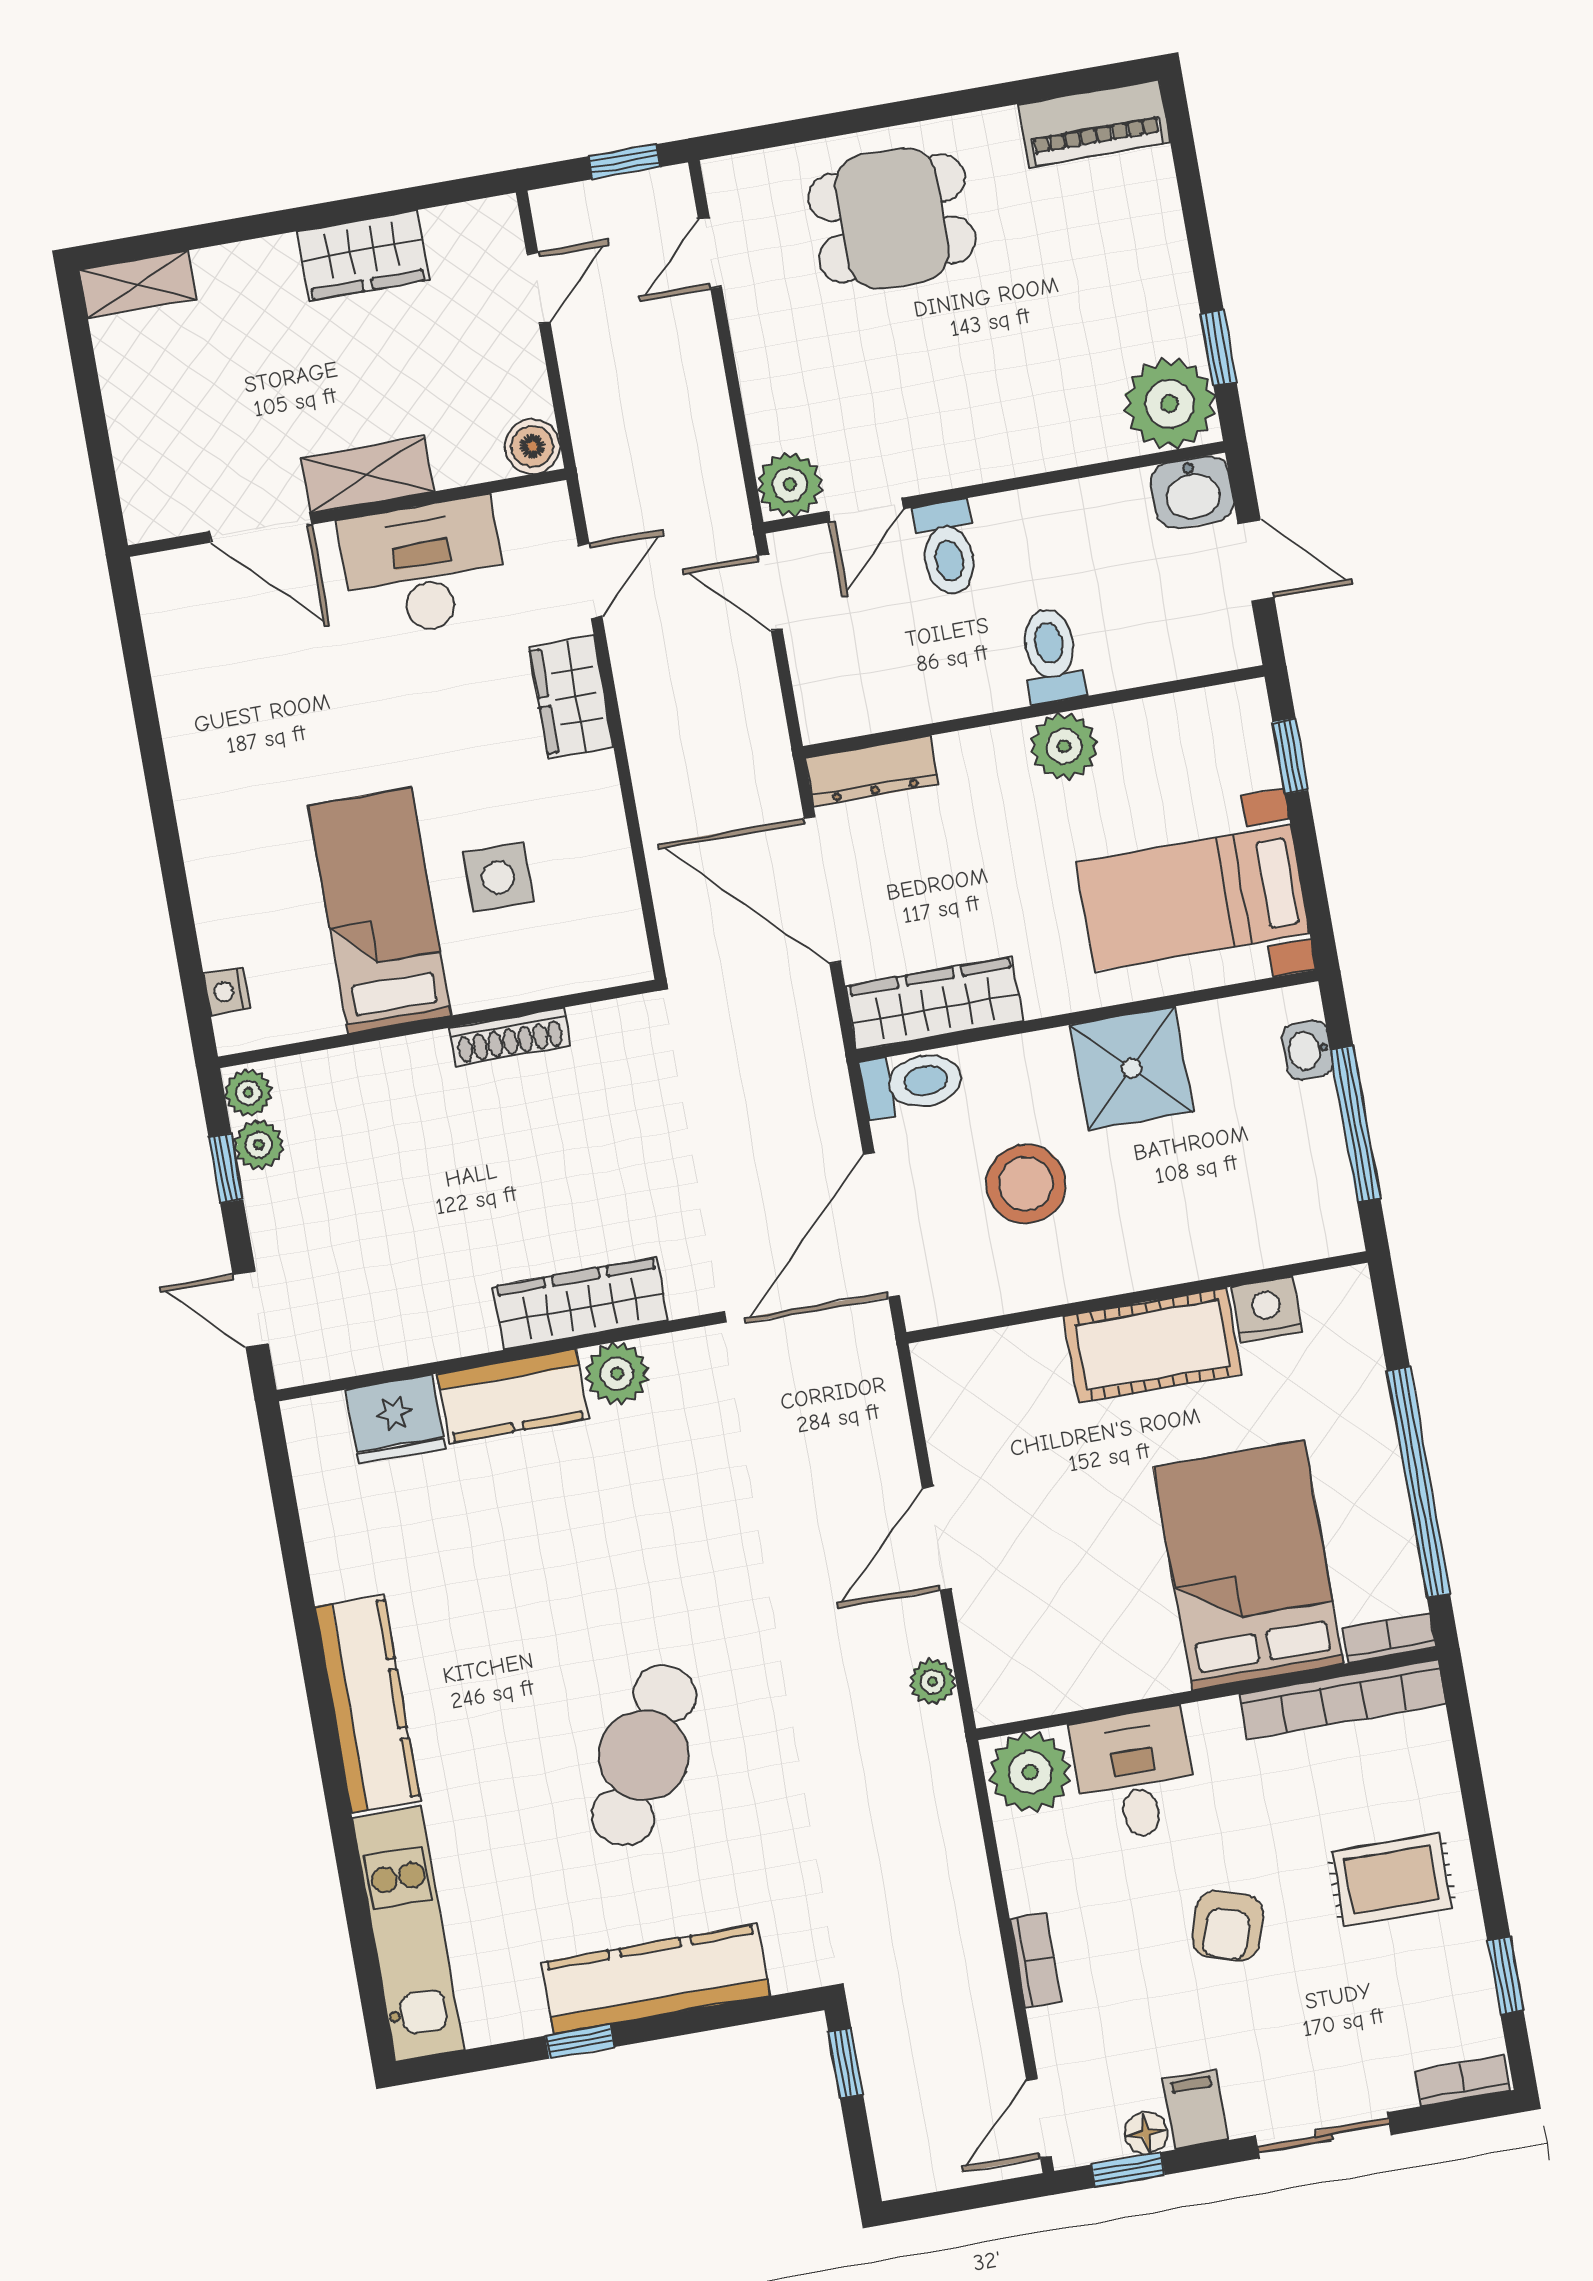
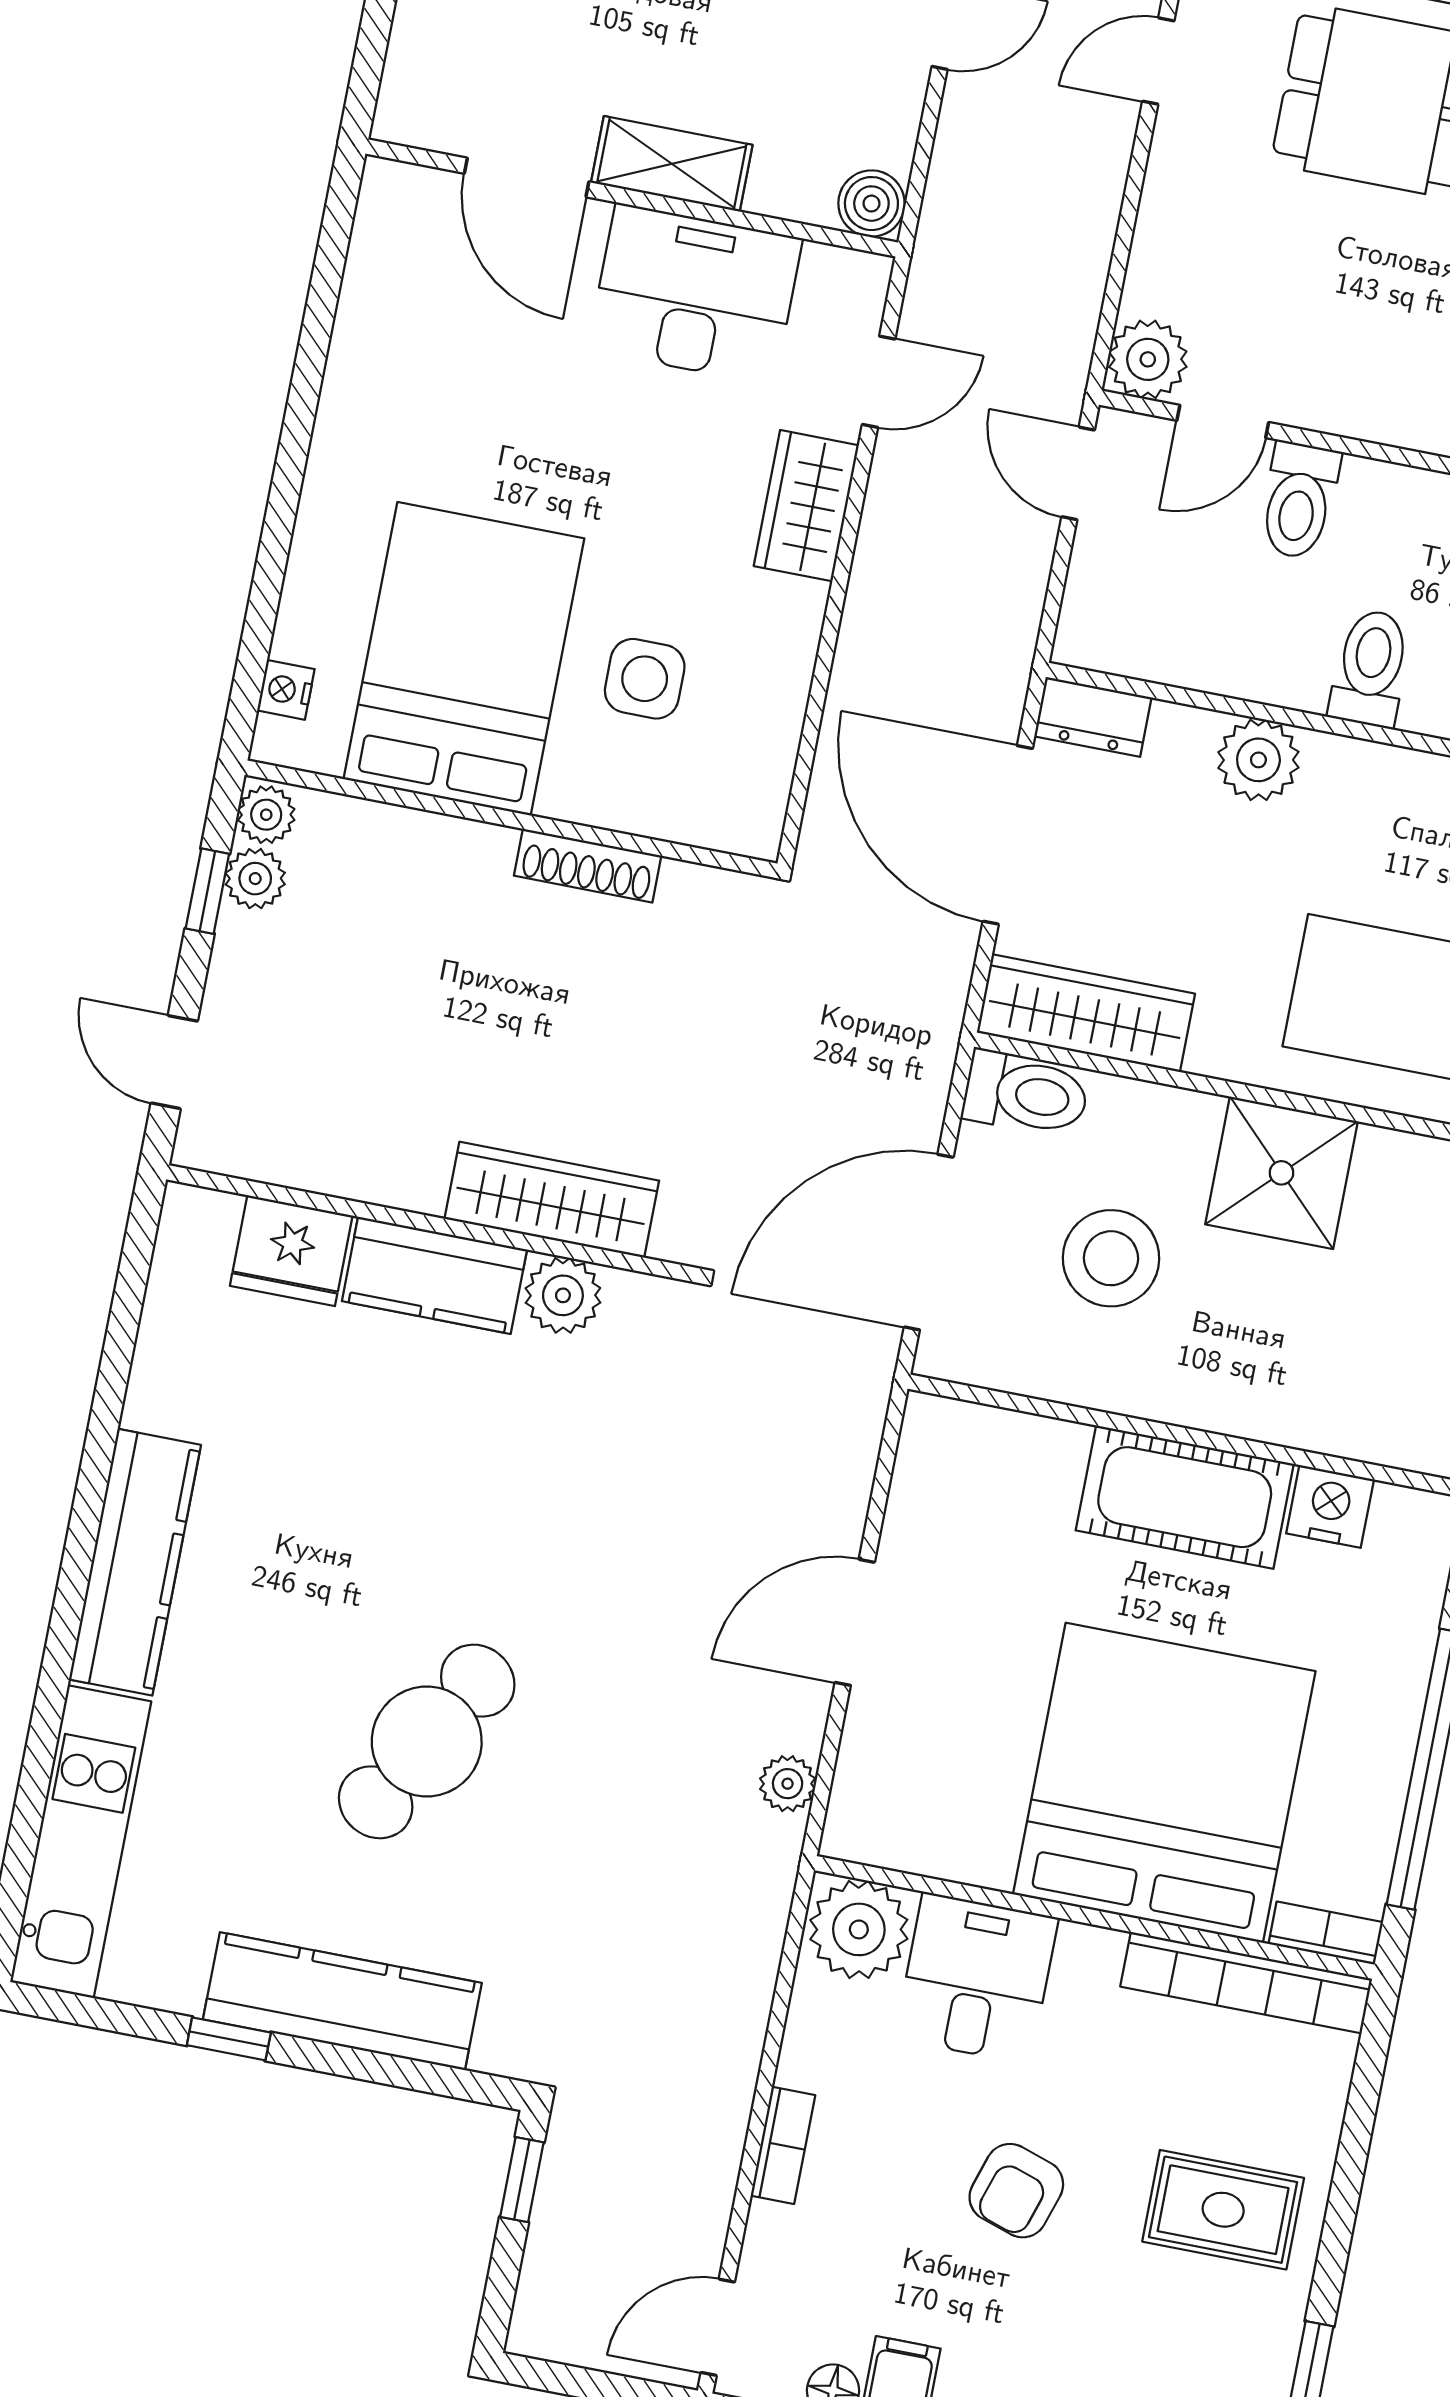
plant: (1064, 746) -> (1258, 760), moved
dresser: (872, 771) -> (1093, 717), width x0.70
bed: (380, 910) -> (464, 659), width x1.50
bed: (1248, 1565) -> (1164, 1783), width x1.36

